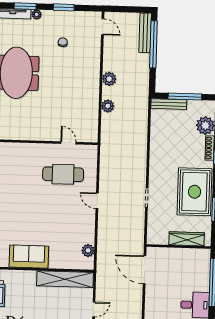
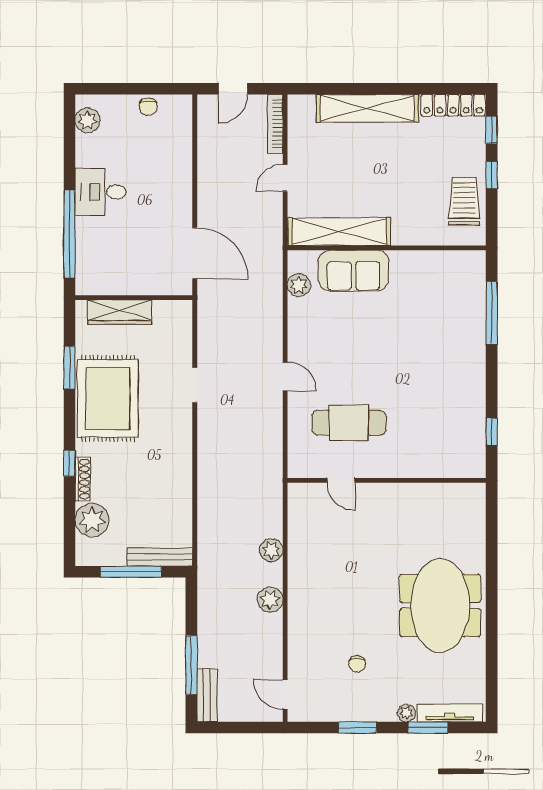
bench: (145, 33) -> (207, 695), width x0.73
window: (153, 44) -> (191, 665), width x0.68
sofa: (29, 257) -> (354, 271), moved

